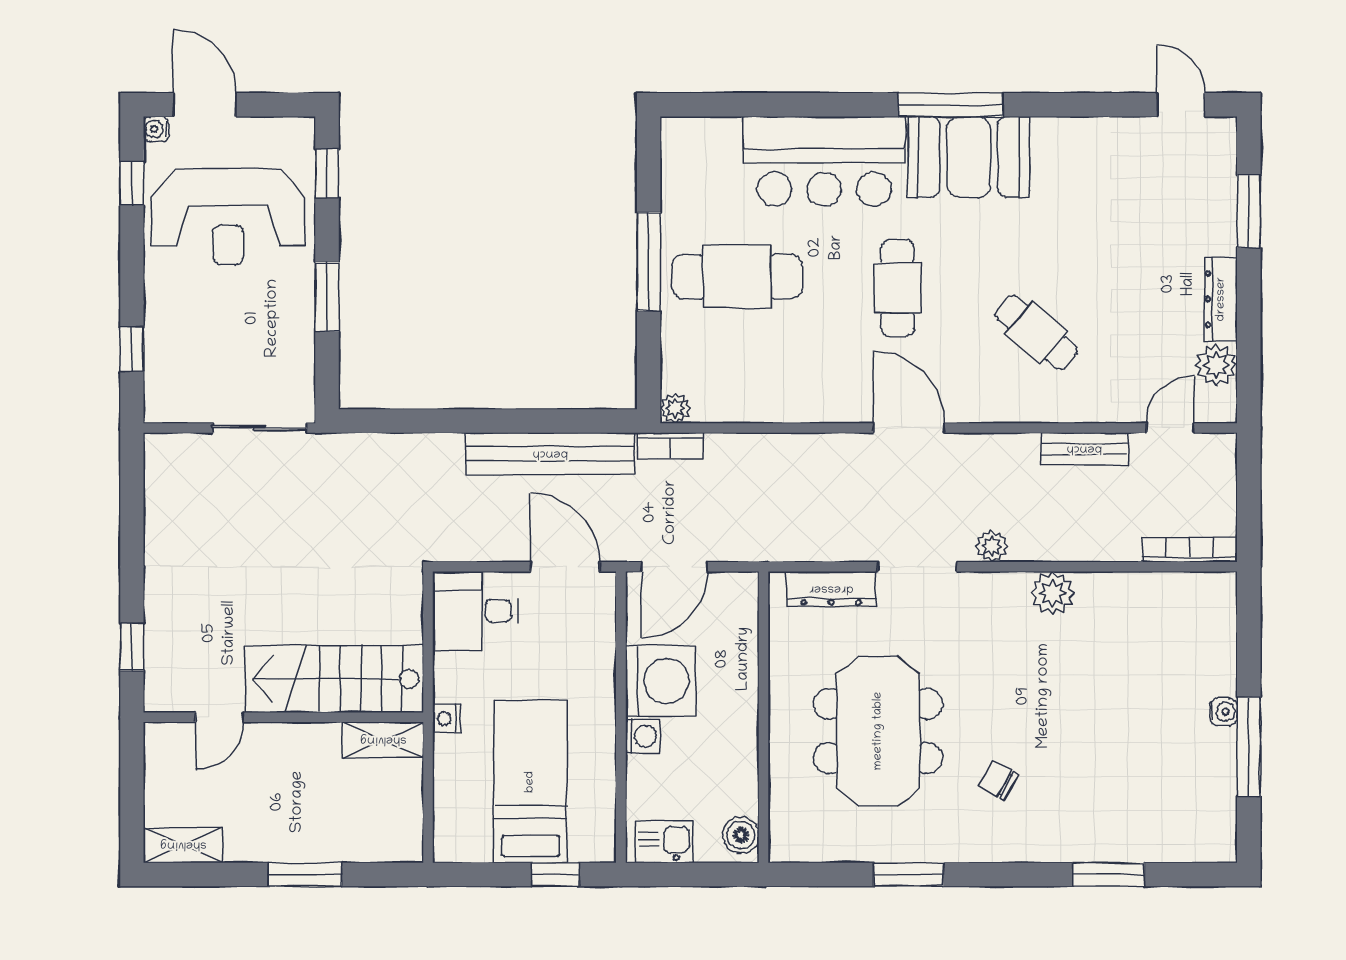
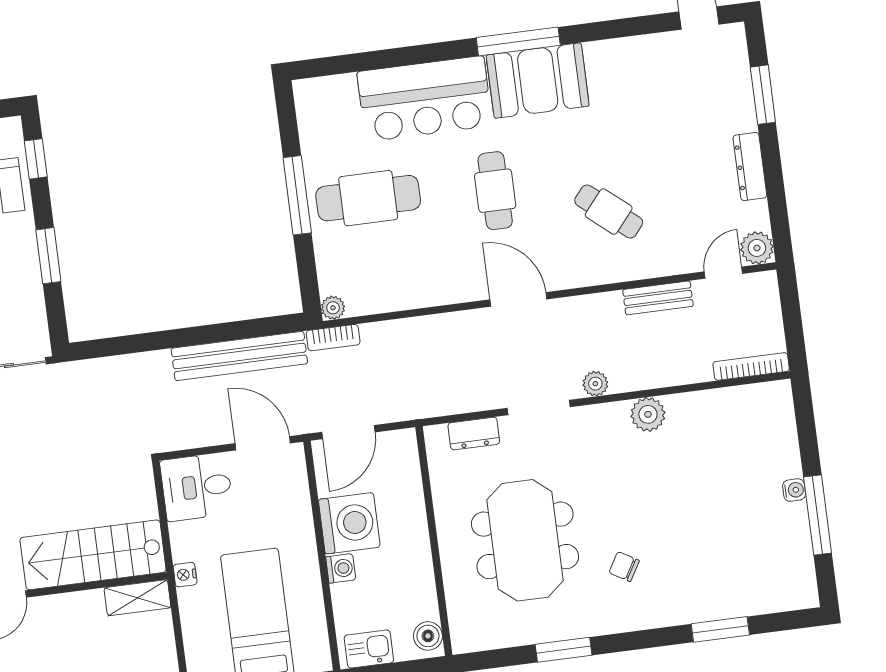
plant: (1216, 365) -> (757, 248), moved
dresser: (831, 589) -> (474, 434), width x0.70

